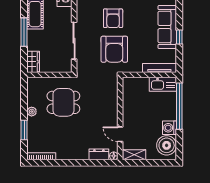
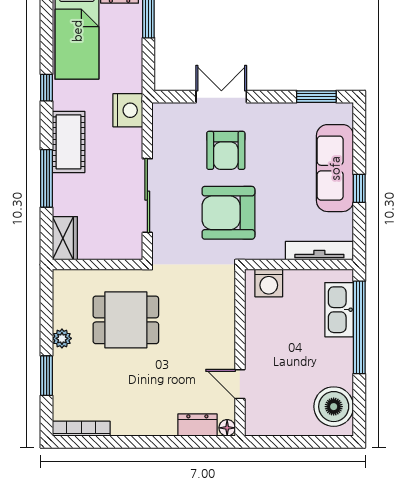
armchair: (114, 49) -> (228, 213), turned 90
kitchen sink: (163, 84) -> (339, 310), moved, turned 90
washing machine: (170, 128) -> (269, 283), moved, turned -90
shelving: (134, 155) -> (269, 426), removed

